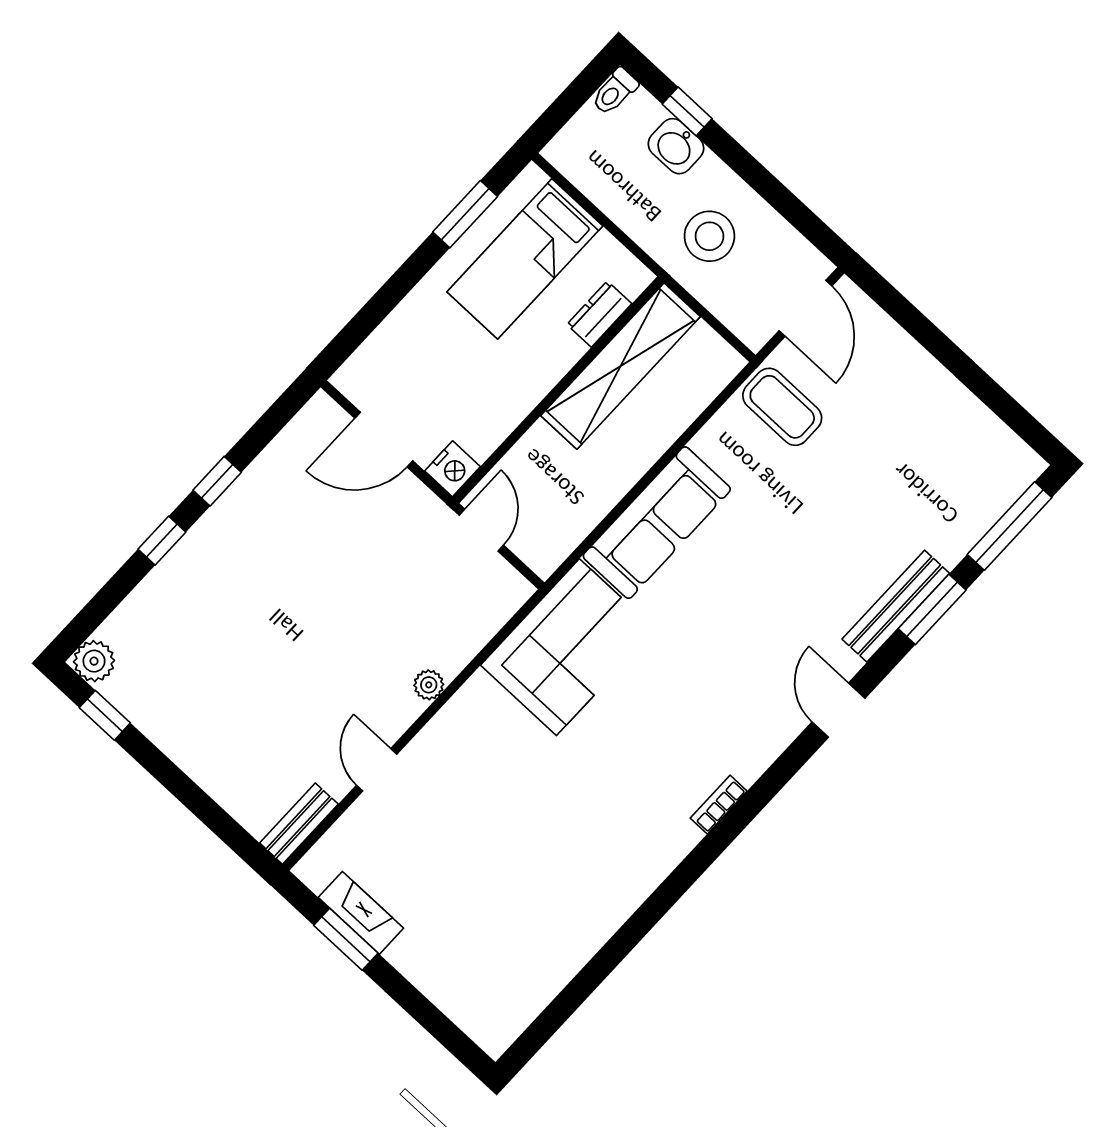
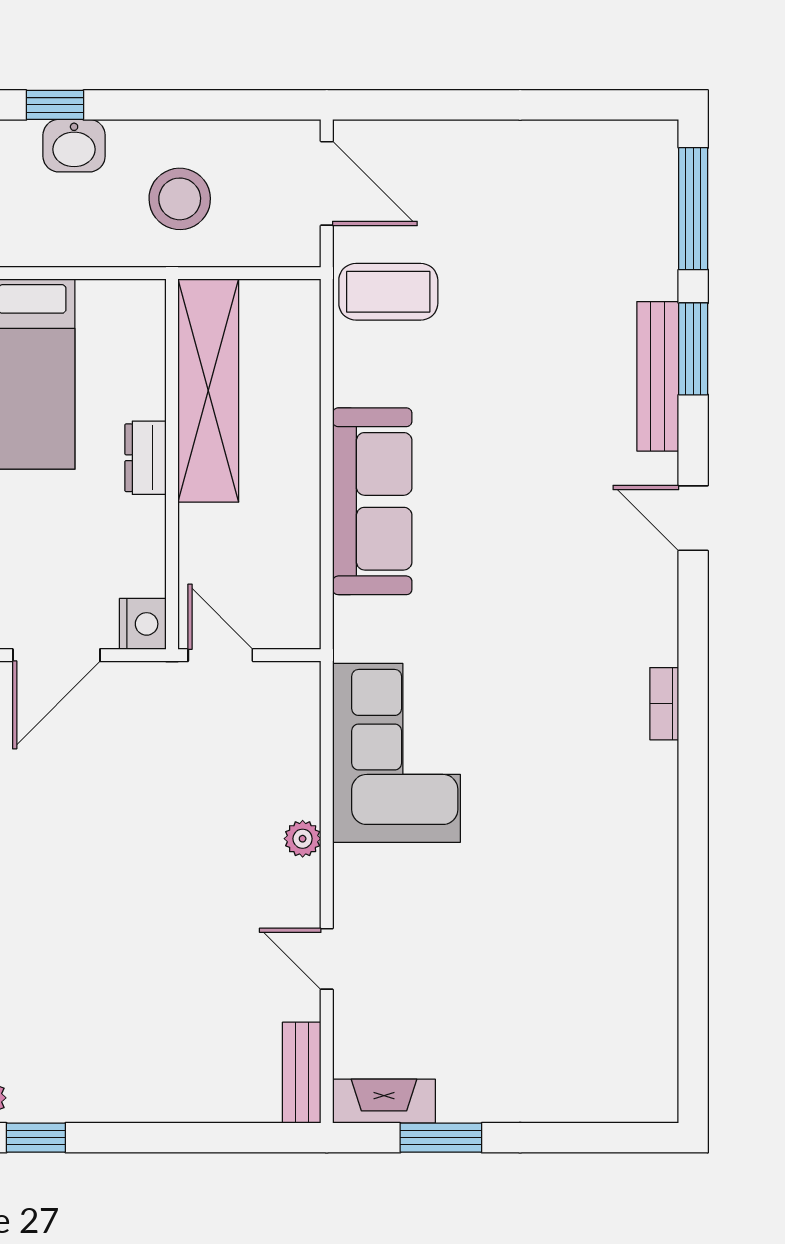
dresser: (599, 314) -> (146, 458), moved
corner sofa: (568, 647) -> (396, 753), moved
fireplace: (361, 913) -> (384, 1101), moved

